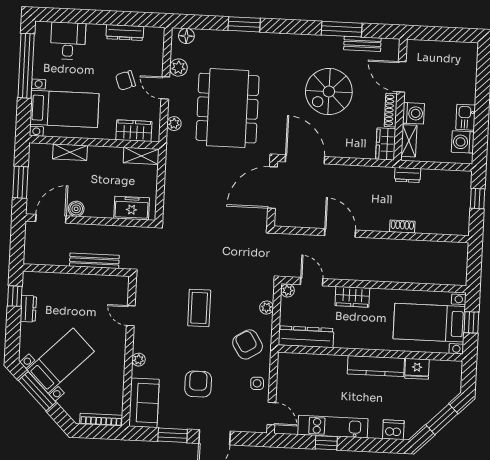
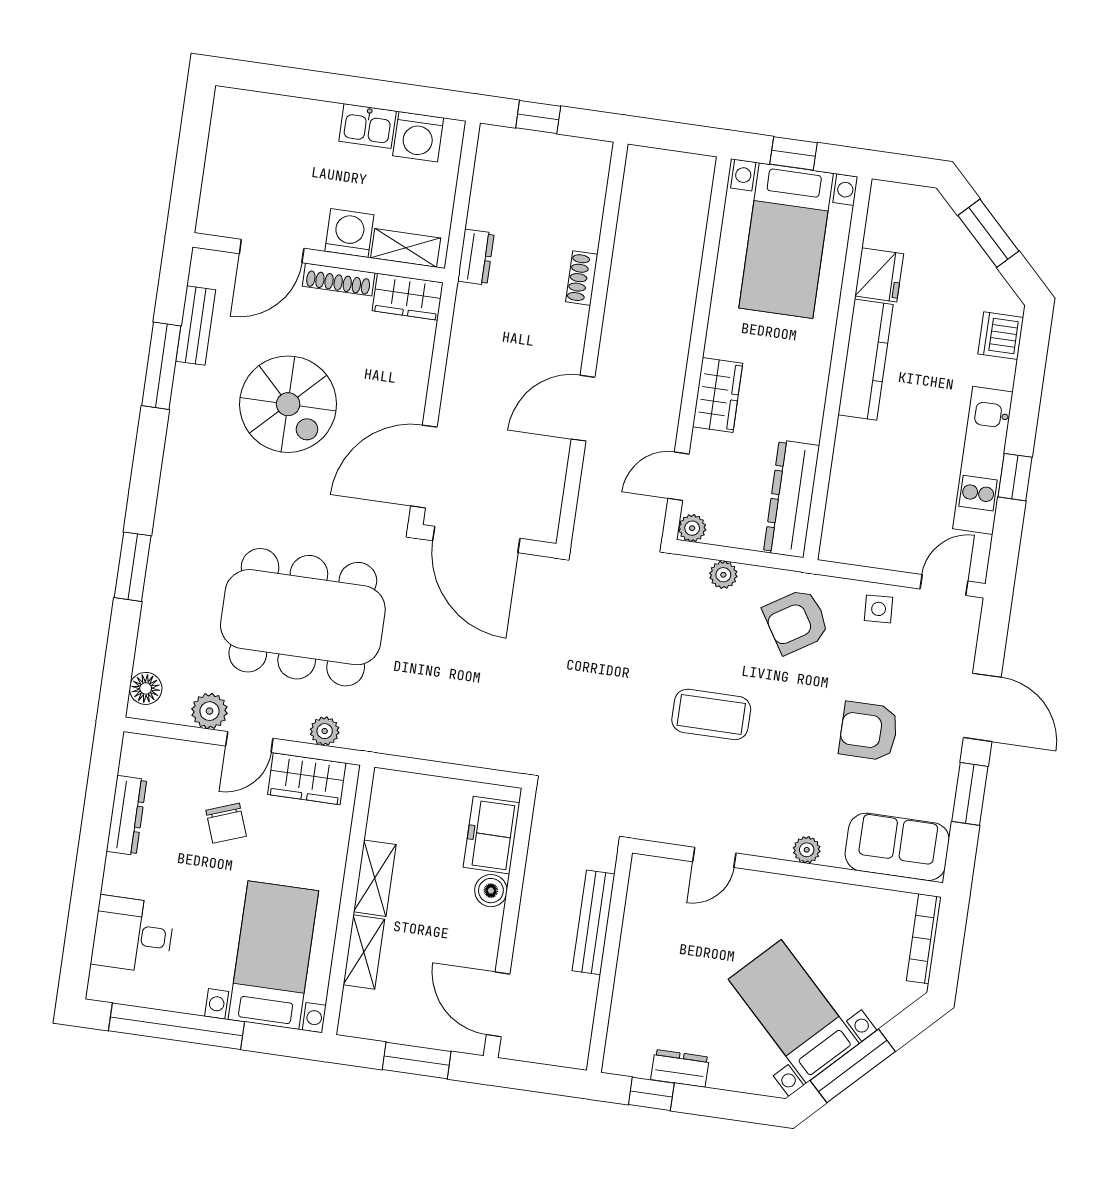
wardrobe: (134, 131) -> (307, 779), moved, turned -90
shelving: (141, 156) -> (375, 878), moved
boiler: (76, 209) -> (491, 891), moved

